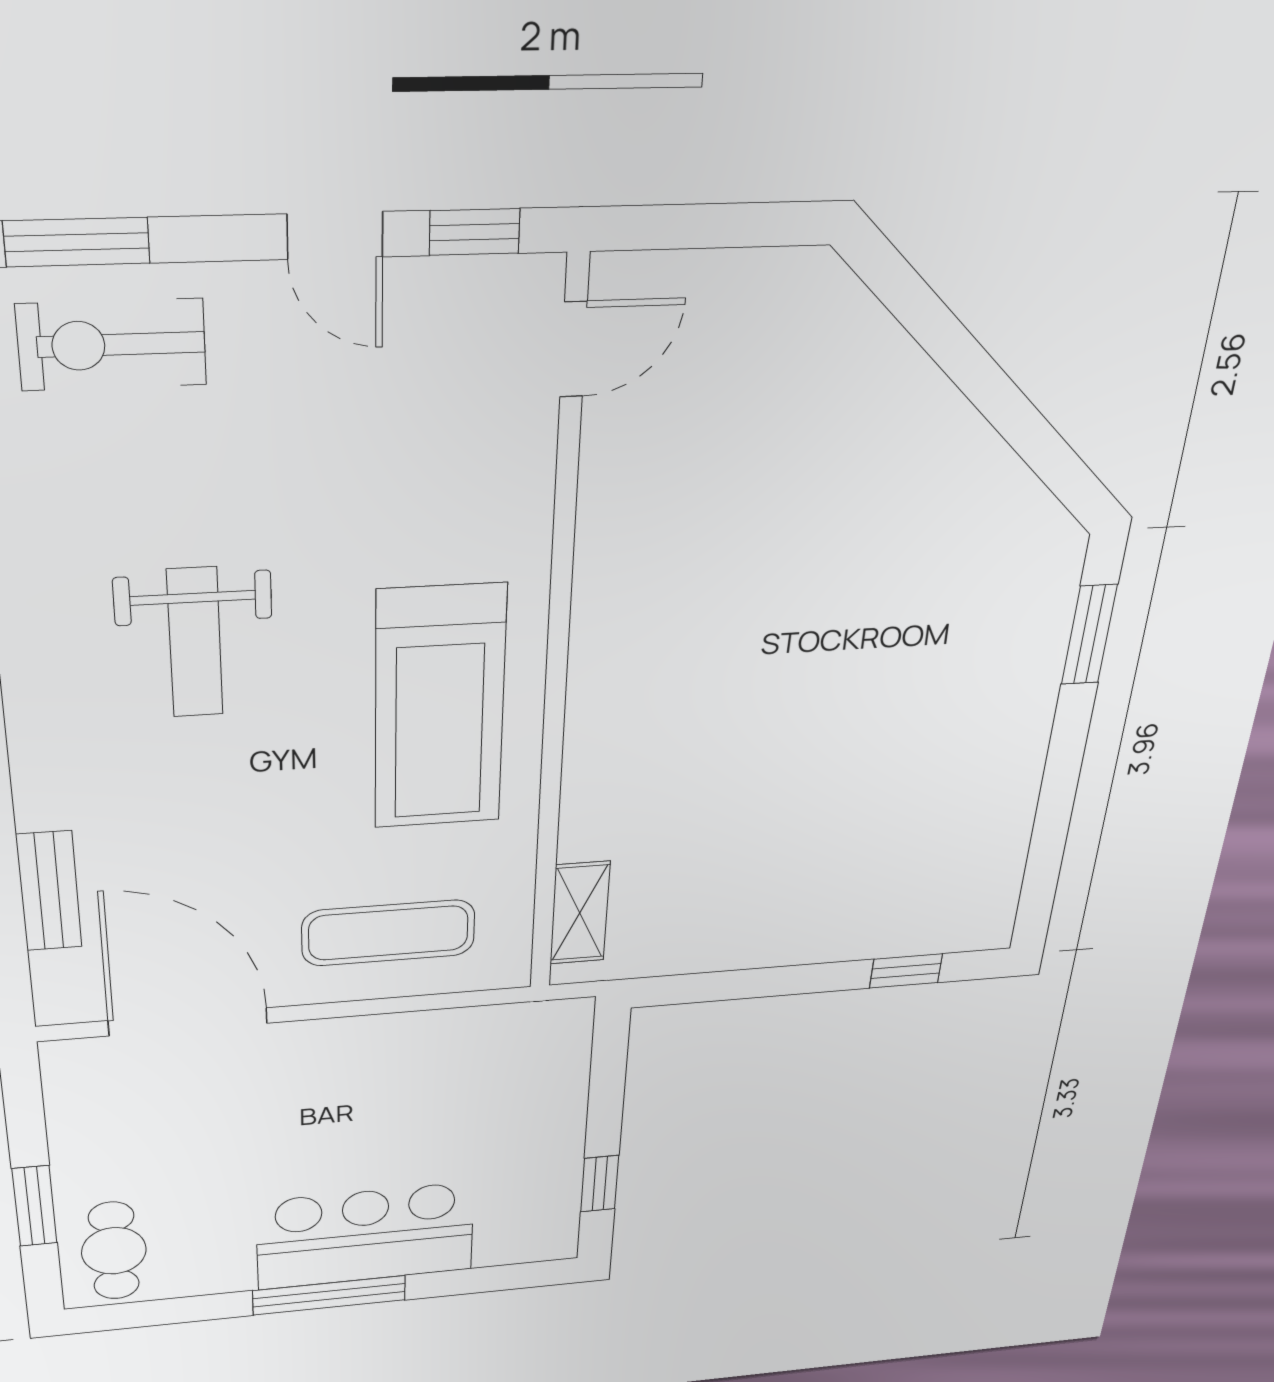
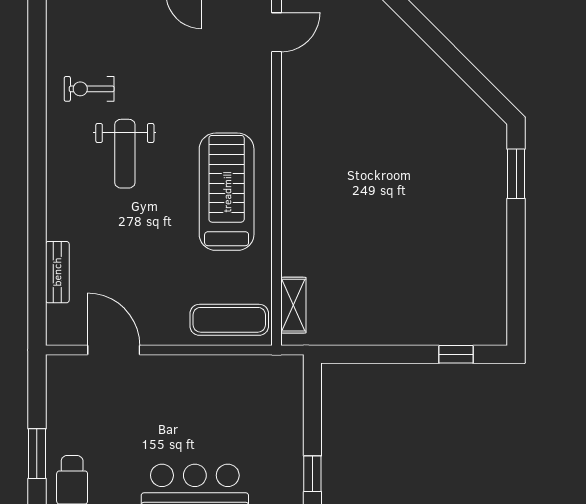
exercise bike: (112, 345) -> (89, 89), moved, width x0.73, depth x0.72
treadmill: (440, 708) -> (227, 192), turned 180
exercise mat: (388, 933) -> (229, 320), moved
door: (188, 1022) -> (114, 350), width x0.73

